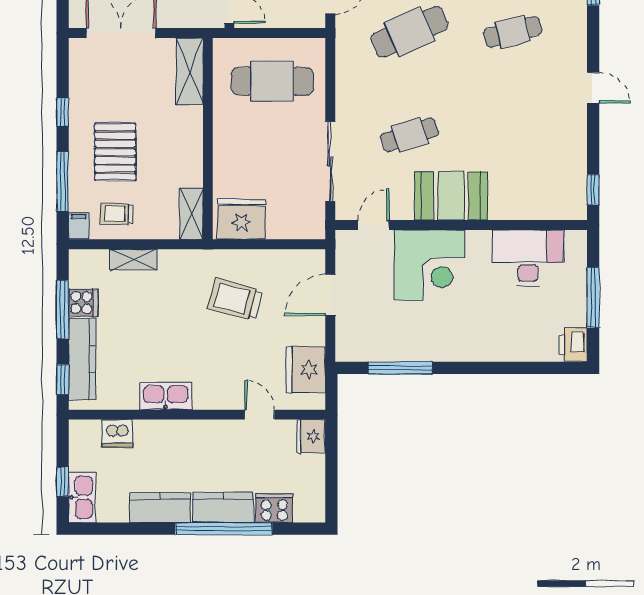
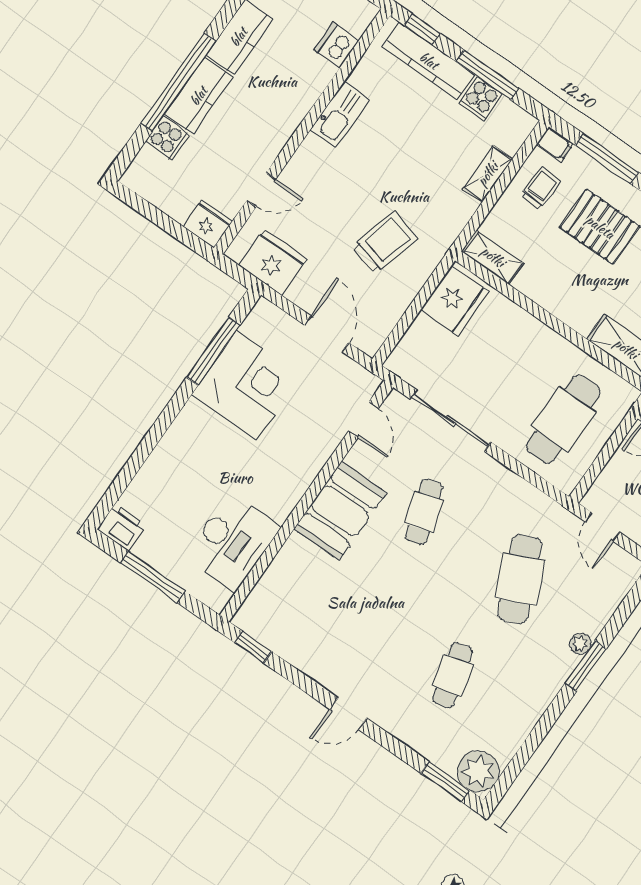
corner desk: (429, 265) -> (246, 385), moved, turned 180
cooker: (274, 508) -> (168, 138), width x0.73

